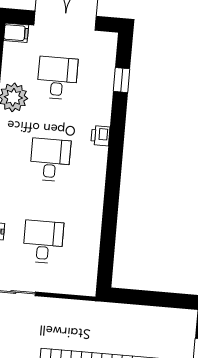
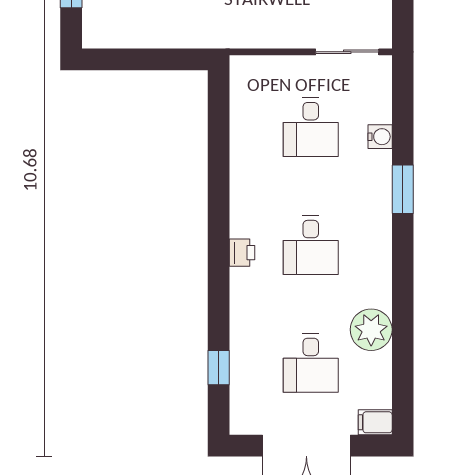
printer: (100, 136) -> (242, 253), moved

